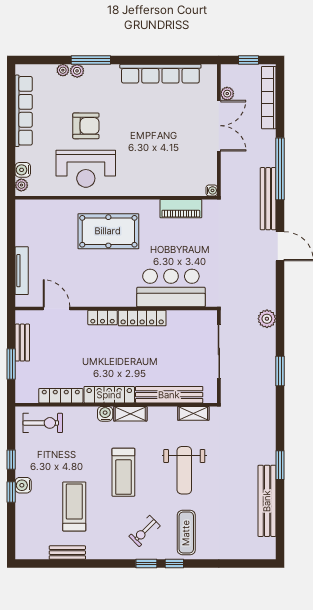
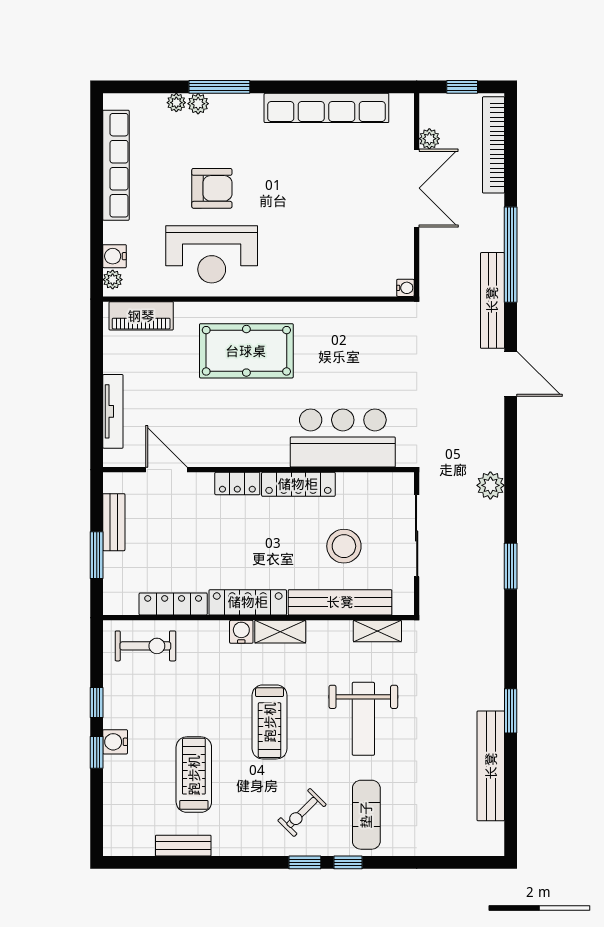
piano: (181, 209) -> (141, 316), moved
stool: (172, 358) -> (344, 546), added

